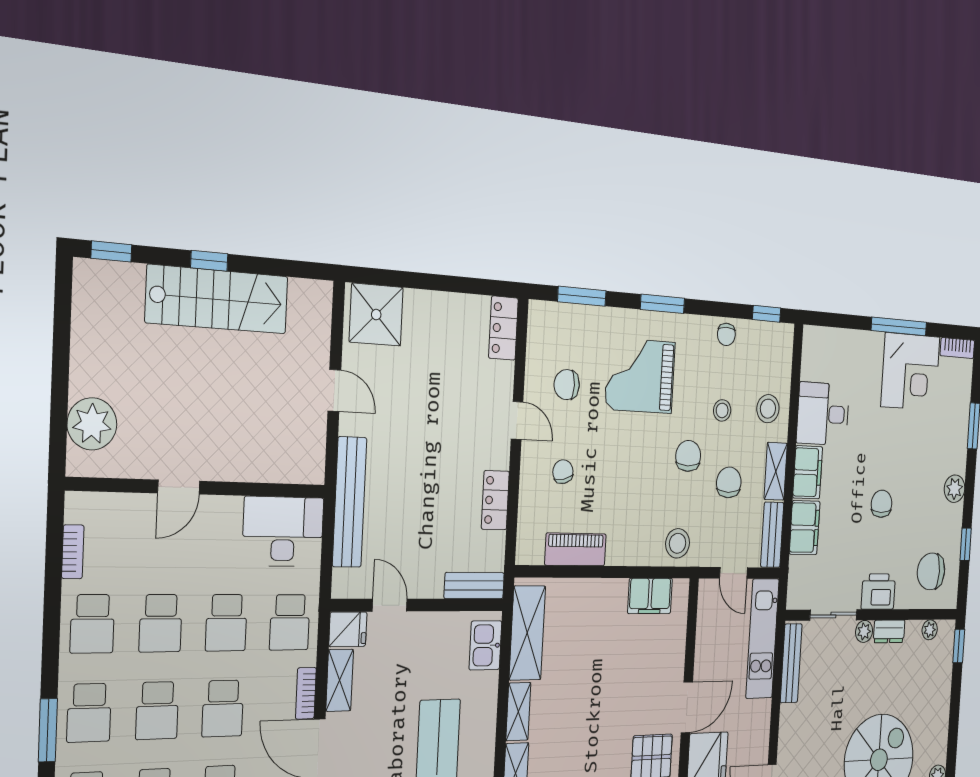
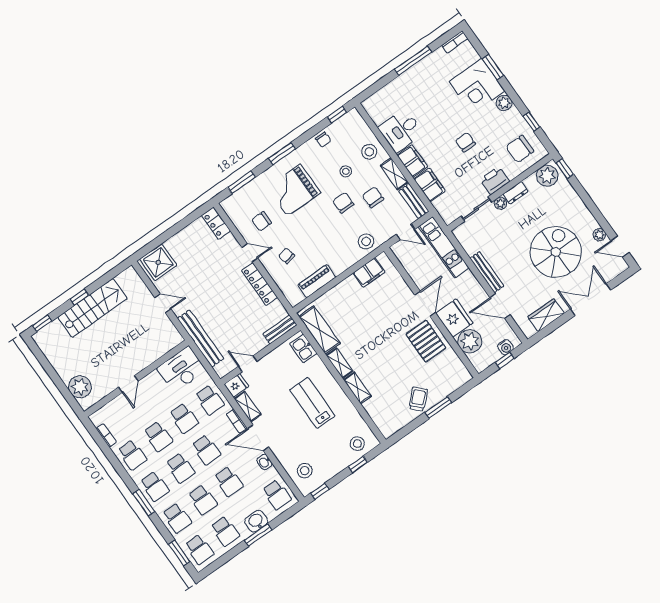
corner desk: (910, 372) -> (477, 86), moved, turned 90
locker: (495, 500) -> (260, 284), width x1.53
plant: (930, 630) -> (547, 176), width x1.88, depth x1.88
bench: (791, 663) -> (487, 272), moved

